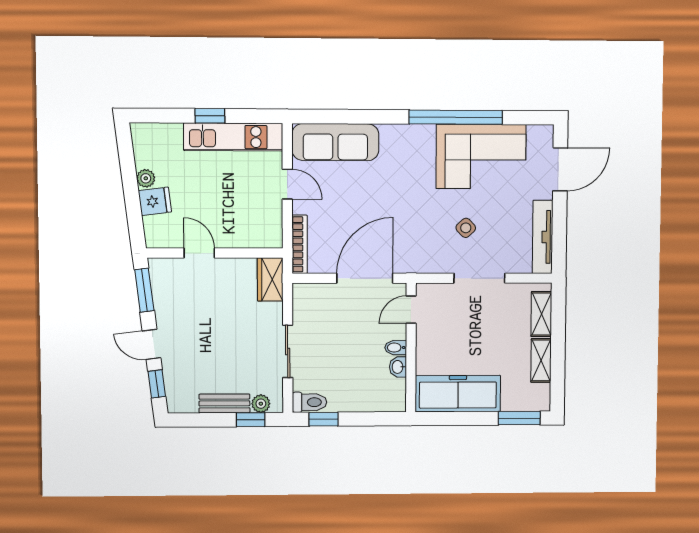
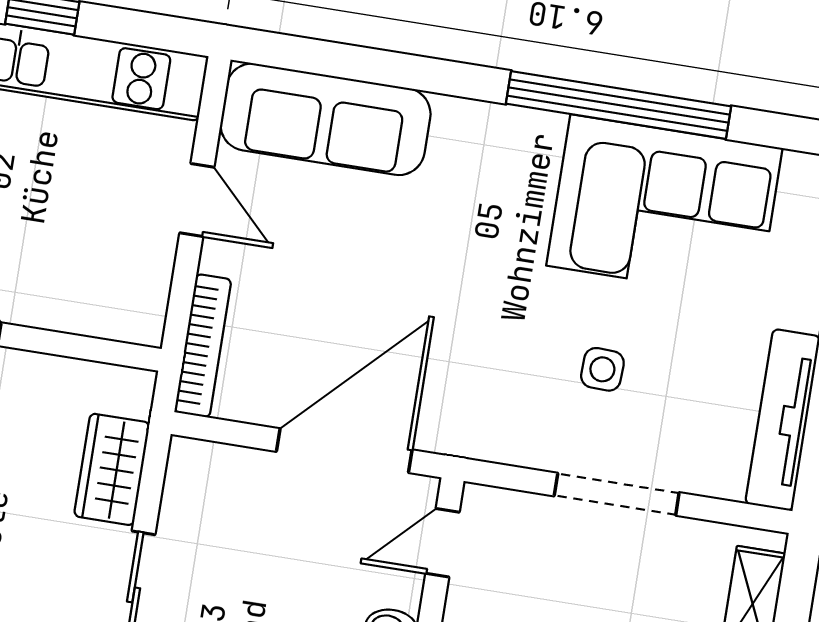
side table: (466, 228) -> (602, 369), turned 45
wardrobe: (270, 279) -> (112, 469), moved

